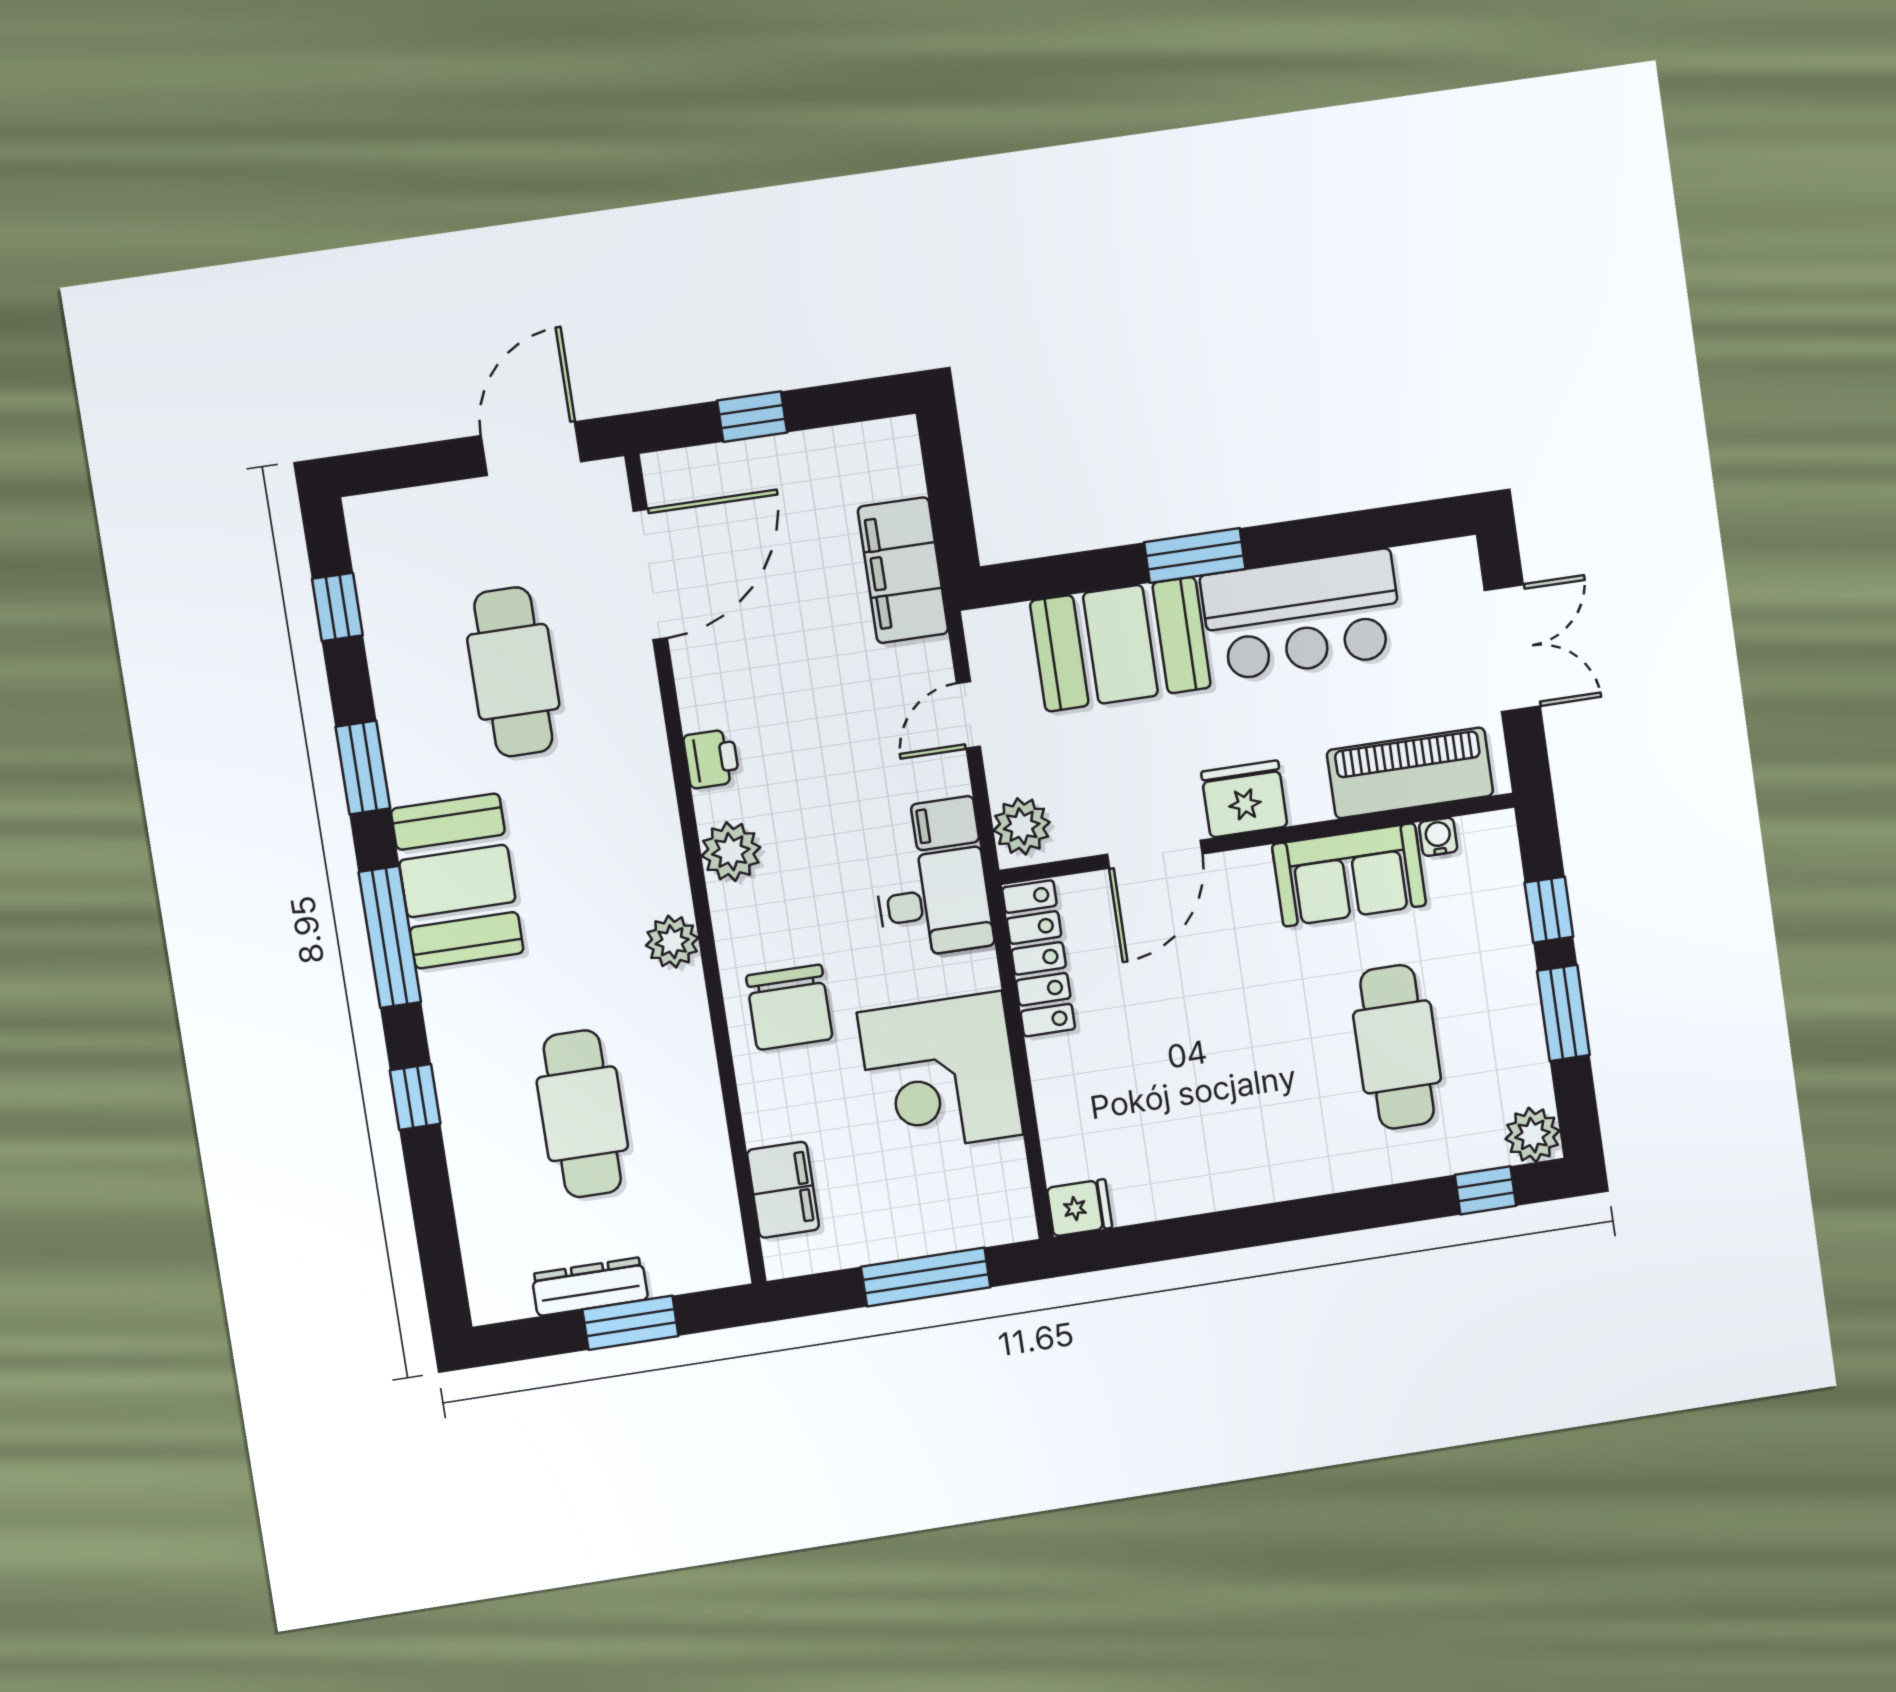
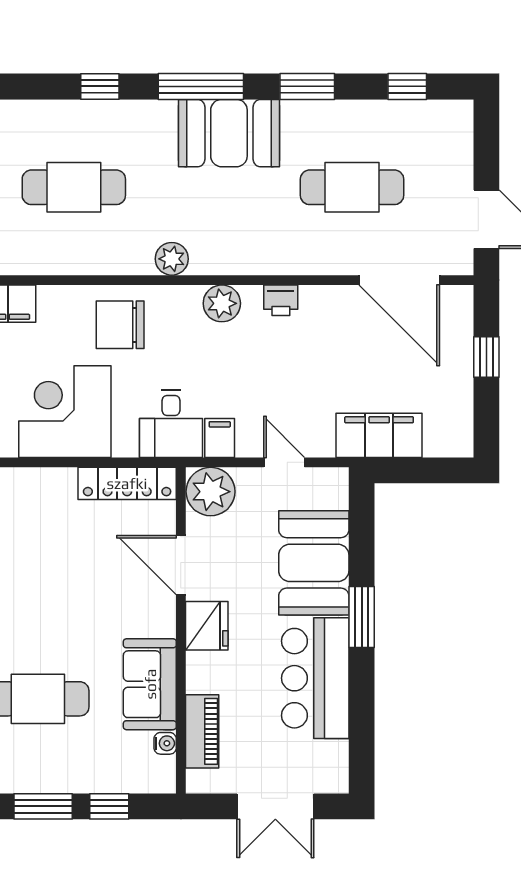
piano: (1410, 773) -> (202, 731), width x0.73, depth x0.75
plant: (1022, 826) -> (211, 492), width x1.36, depth x1.36

